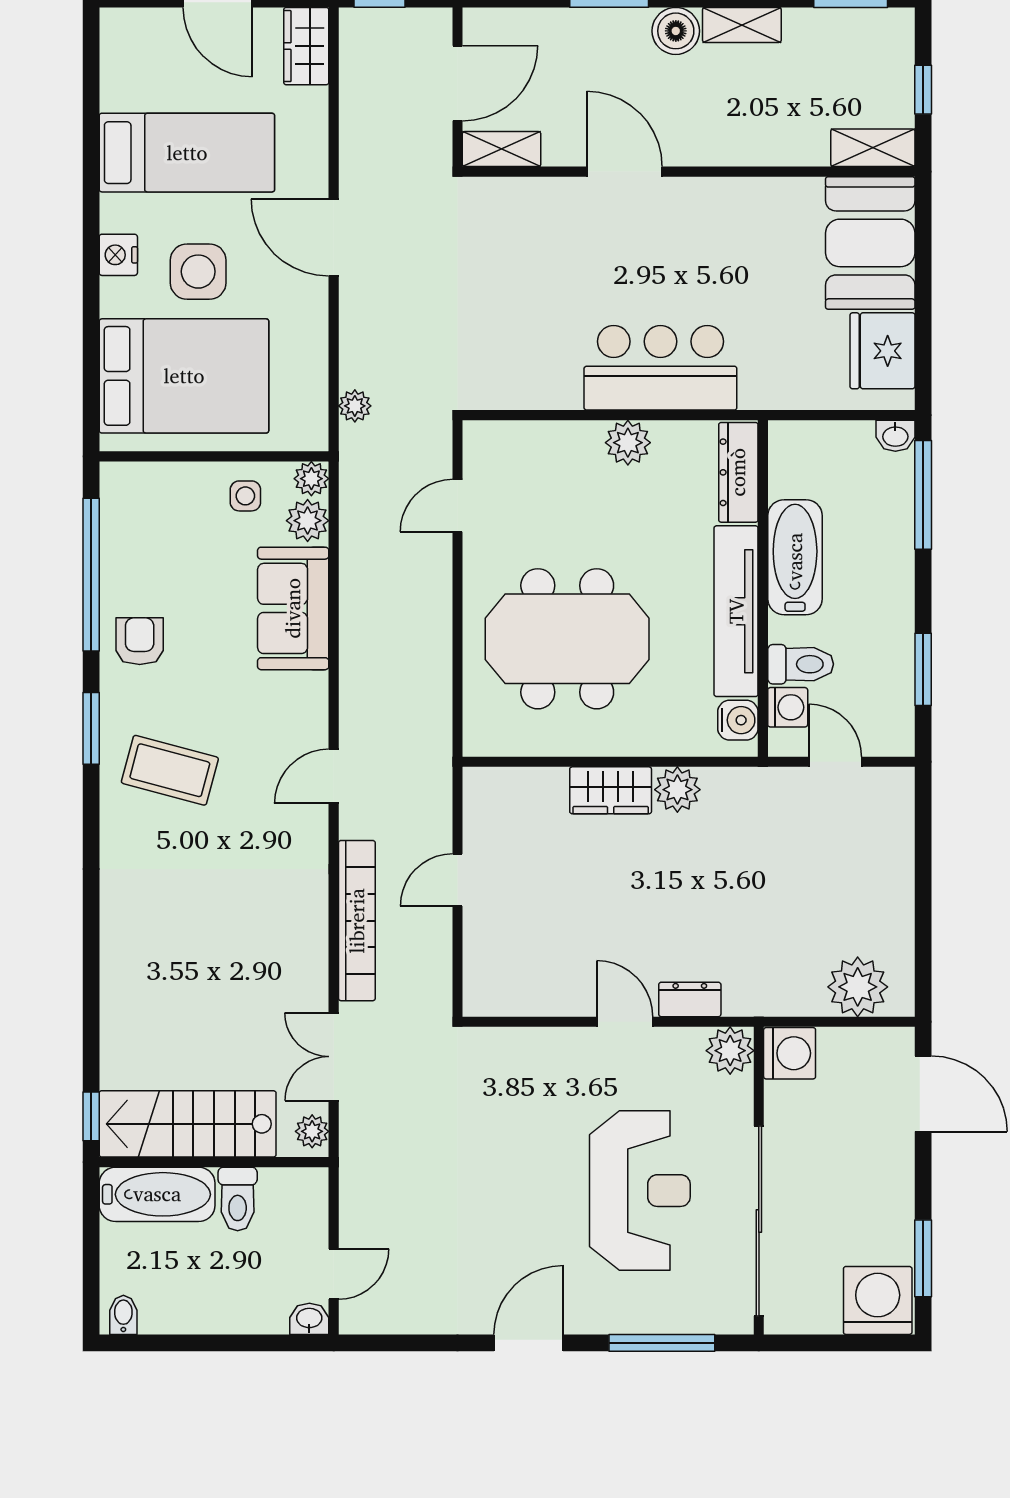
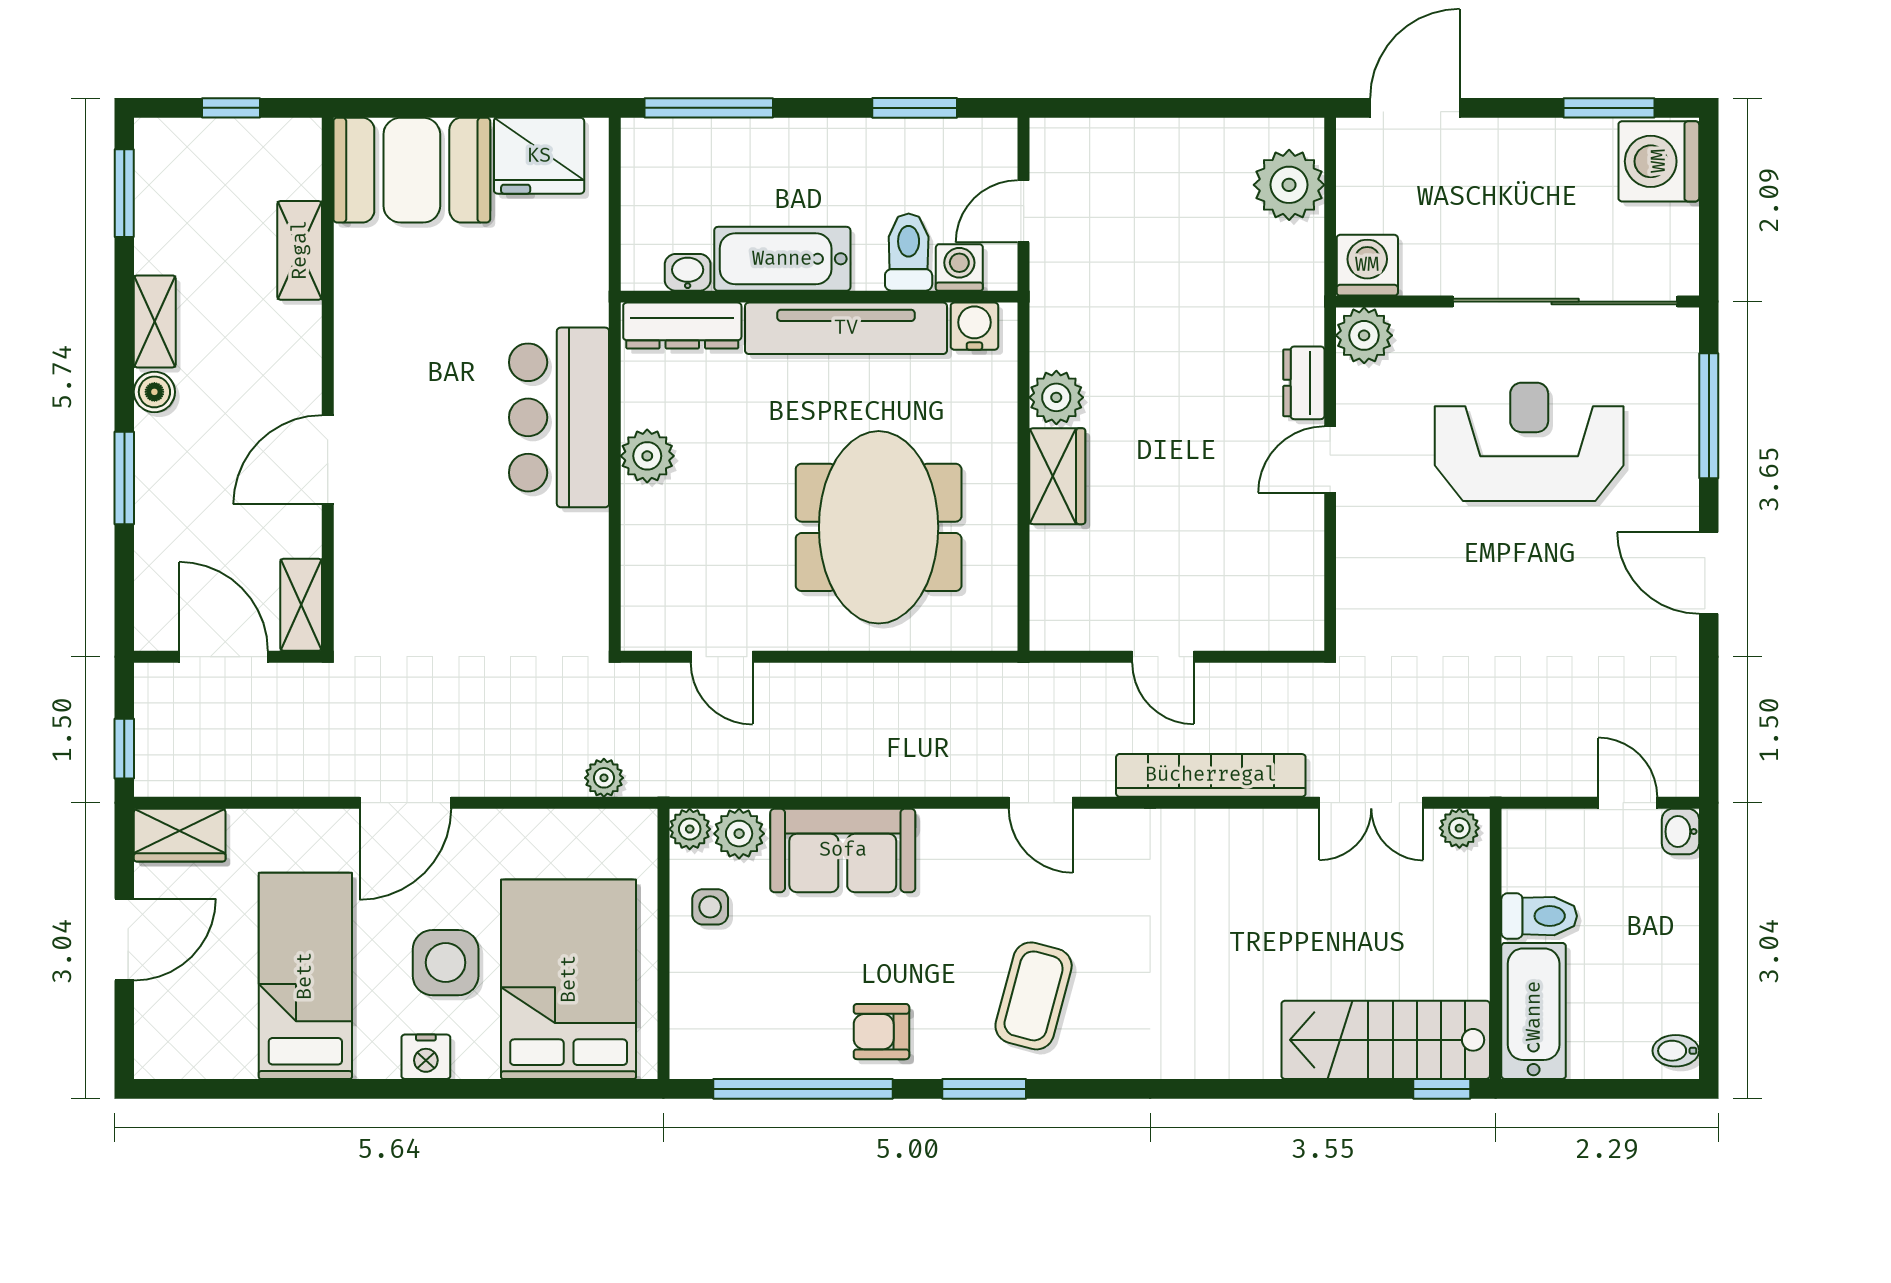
boiler: (676, 31) -> (154, 392), width x0.73, depth x0.73
shelving: (873, 148) -> (300, 250), moved
washbasin: (895, 436) -> (688, 272), moved, turned -90
stairs: (188, 1124) -> (1386, 1040), moved, turned 90

